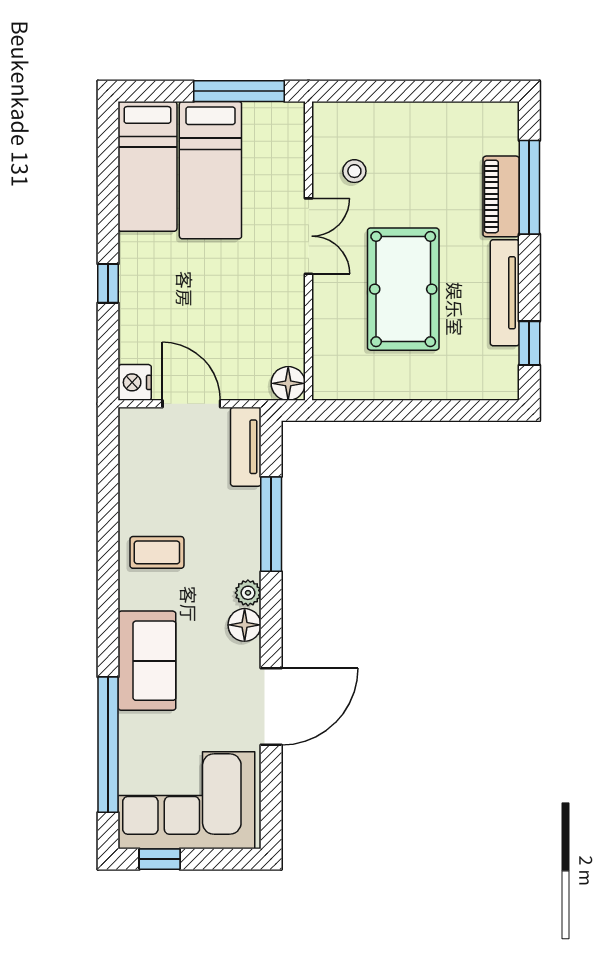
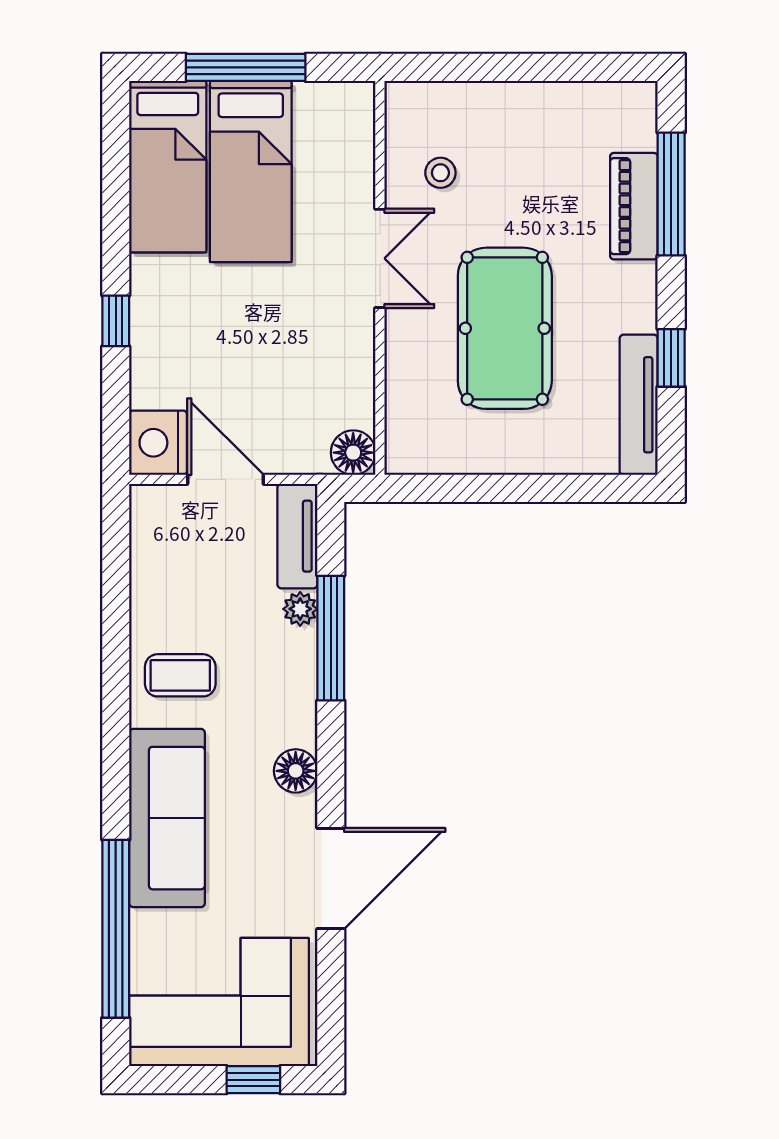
window: (239, 91) -> (246, 67), moved
tv unit: (505, 293) -> (639, 405), moved
window: (529, 343) -> (671, 358), moved
nightstand: (135, 382) -> (158, 443), width x1.36, depth x1.33
plant: (248, 593) -> (300, 609), moved
sofa: (147, 661) -> (167, 818), width x1.36
window: (160, 859) -> (253, 1080), moved

